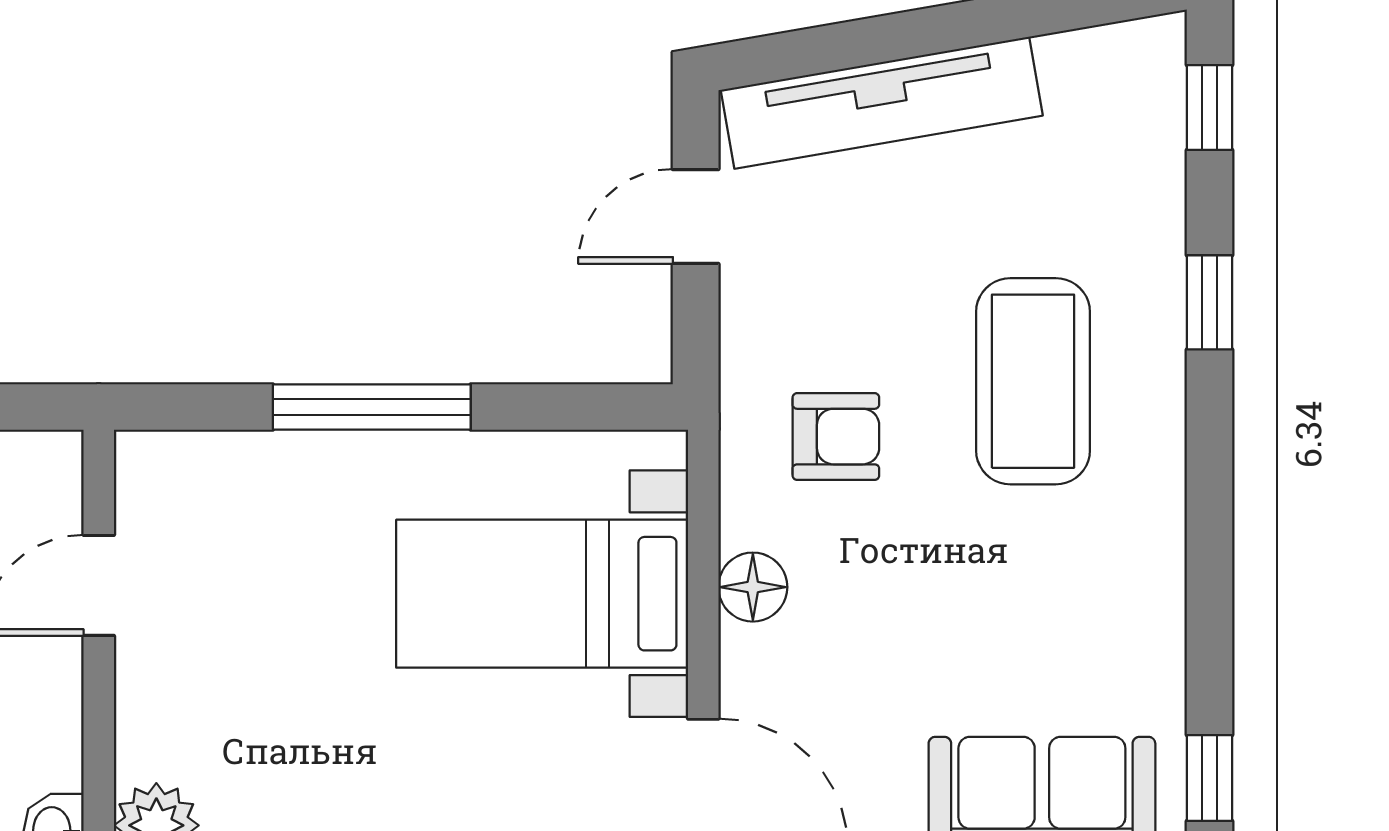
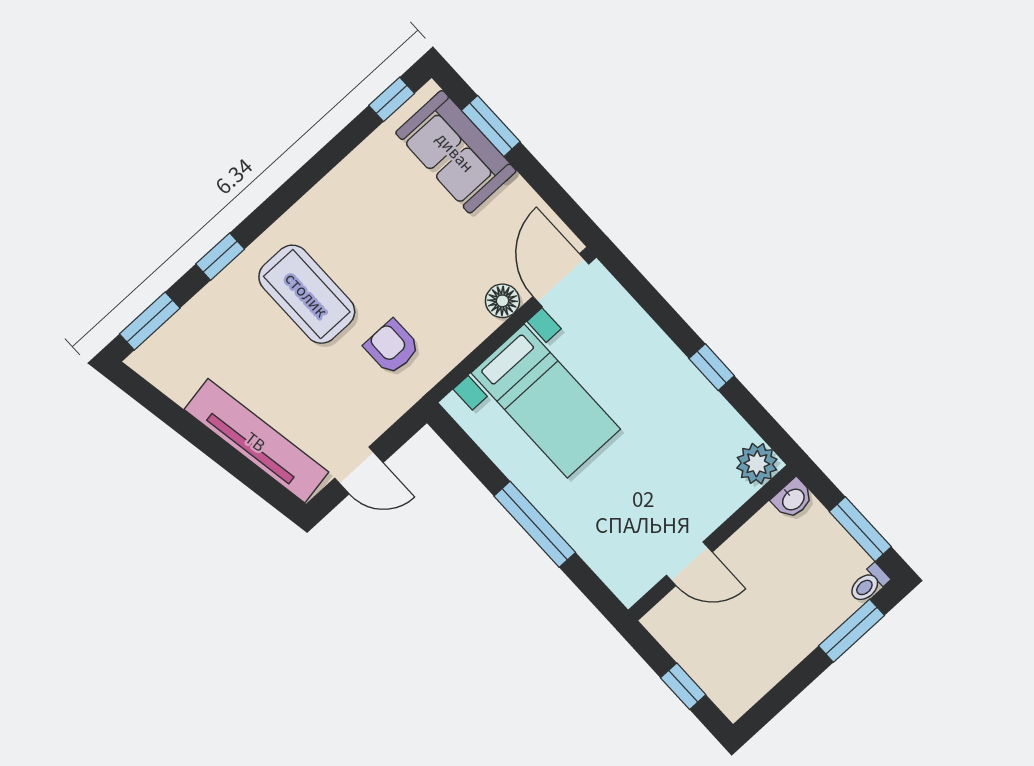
window: (1209, 107) -> (150, 321), width x1.50
coffee table: (1033, 381) -> (307, 294), turned 90
floor lamp: (753, 587) -> (502, 301), moved

